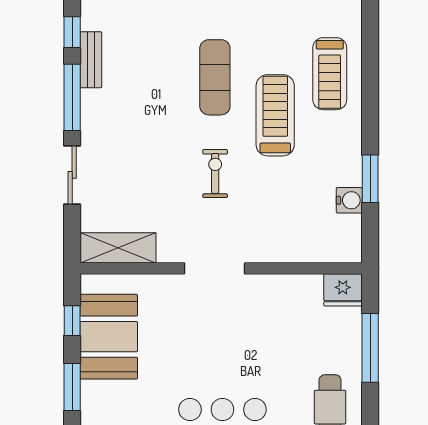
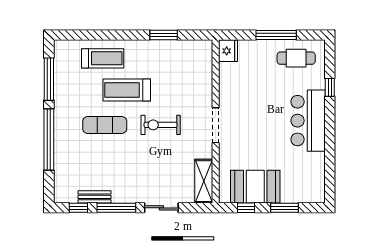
exercise bike: (215, 174) -> (161, 125), width x1.38, depth x1.39
water cooler: (349, 200) -> (176, 47), removed
window: (370, 348) -> (276, 35), moved

